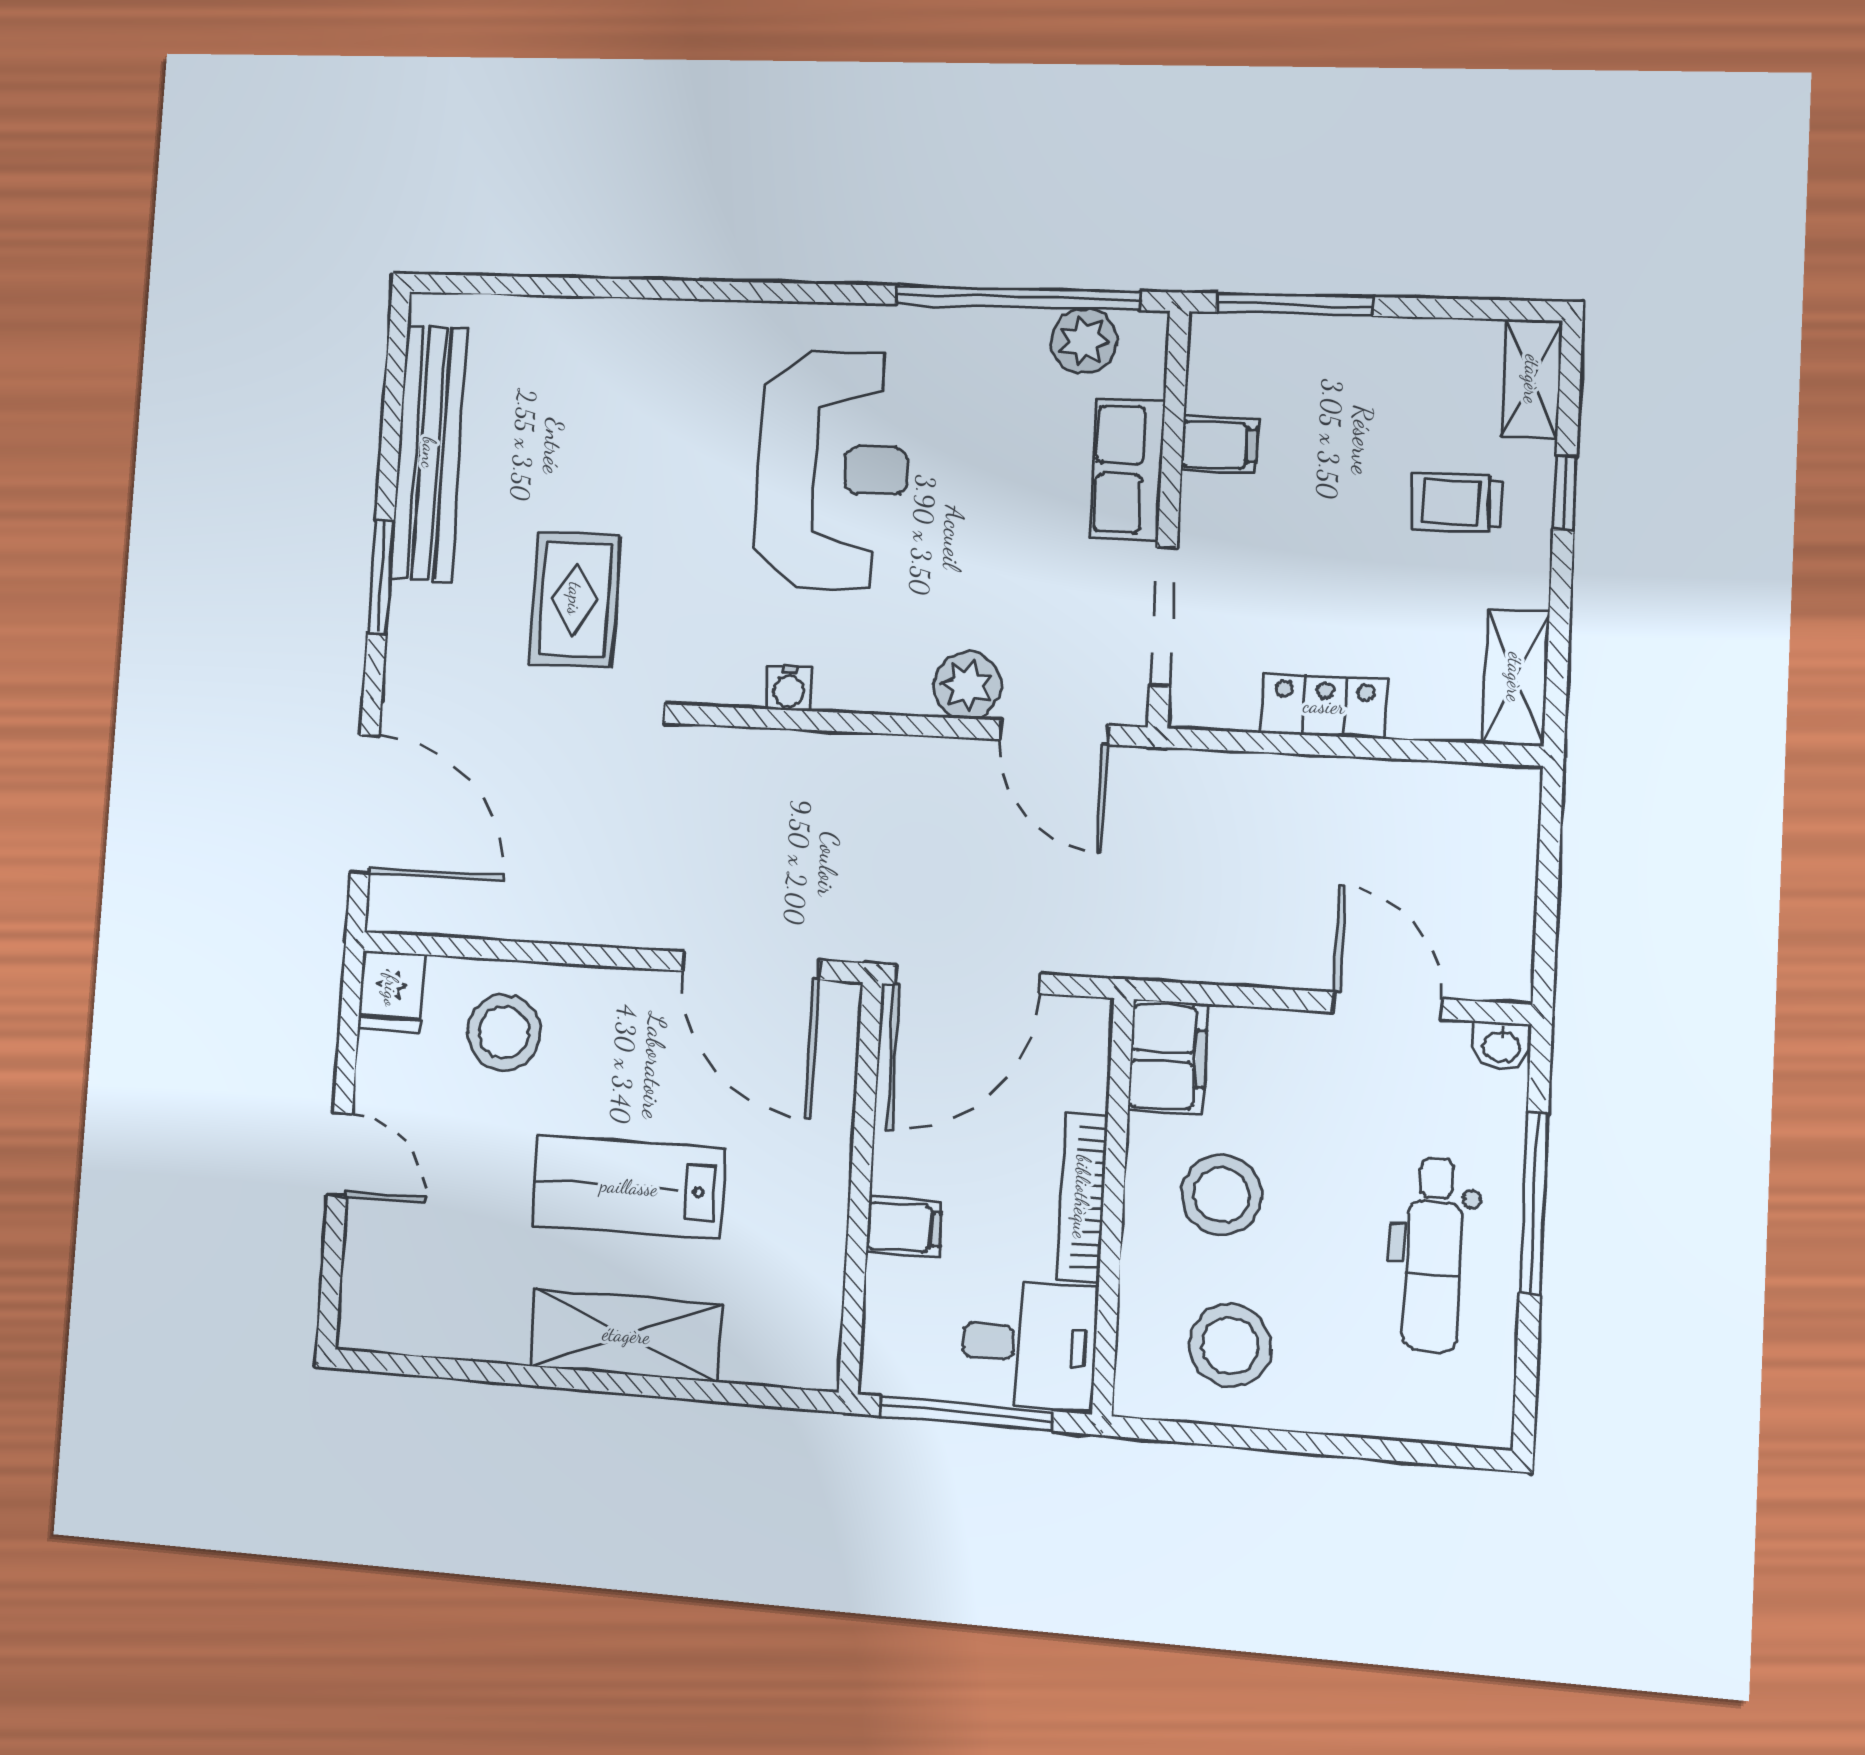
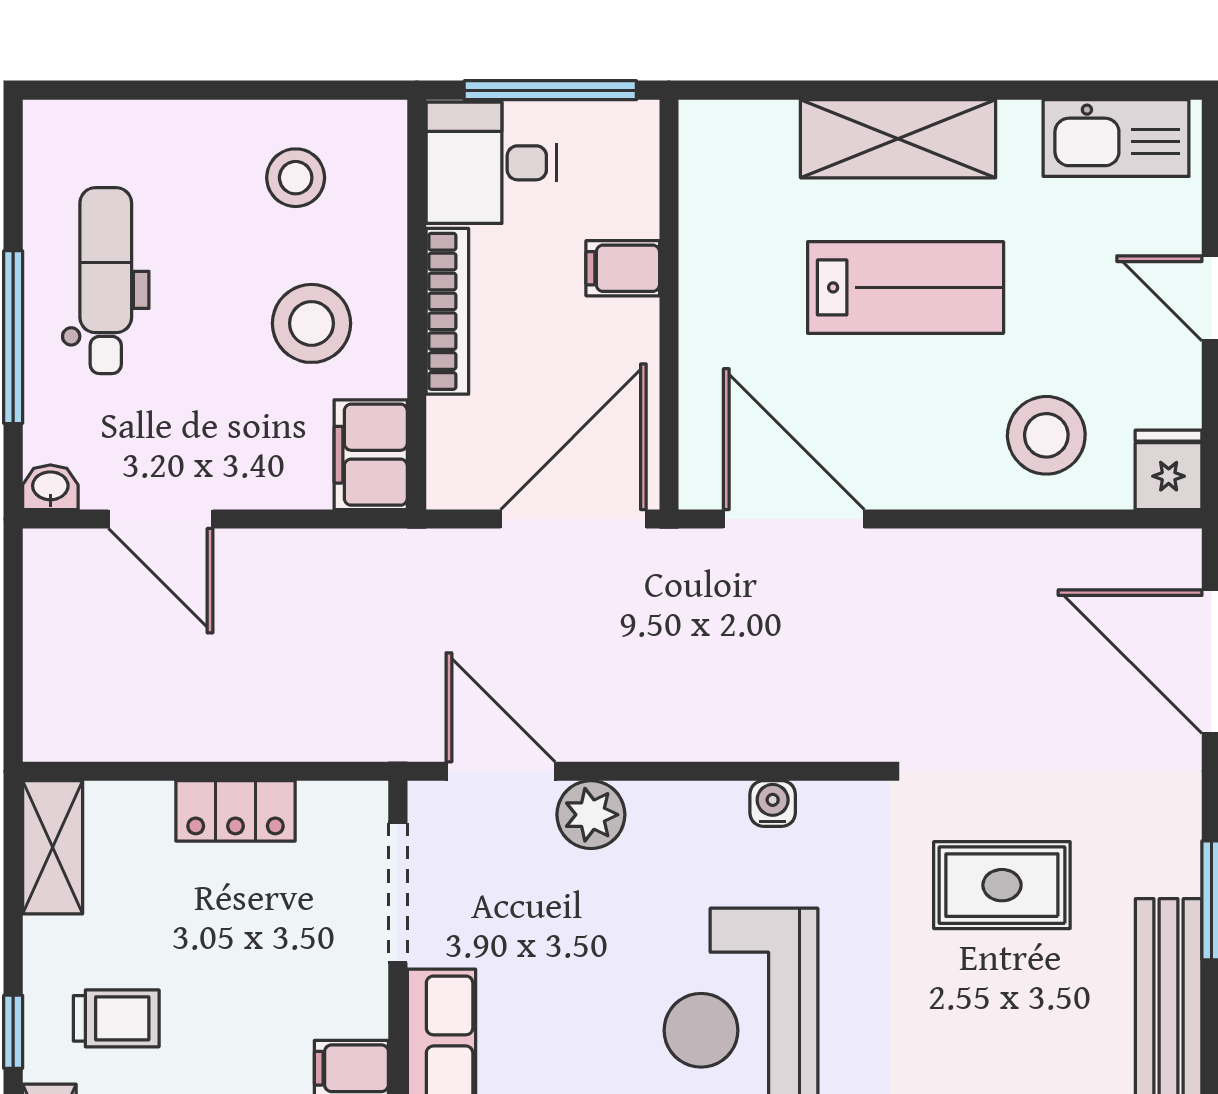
rug: (575, 599) -> (1002, 885), turned 90
kitchen sink: (418, 1318) -> (1116, 138), added
stool: (1230, 1346) -> (296, 178), width x0.73, depth x0.73

